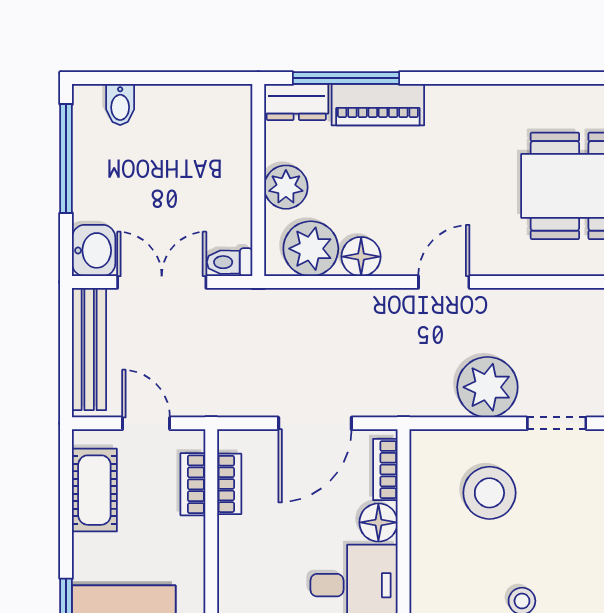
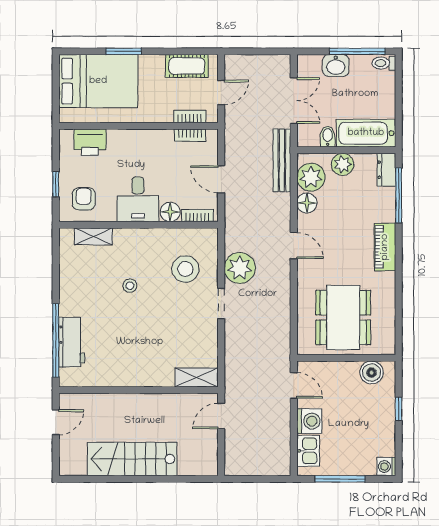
bidet: (120, 104) -> (328, 137), moved, turned 90
piano: (378, 105) -> (385, 247), moved
bathtub: (225, 142) -> (366, 133), added
washbasin: (94, 250) -> (336, 66), moved
toilet: (230, 262) -> (384, 63), moved, turned -90
bench: (89, 349) -> (282, 160), moved, turned 90
door: (315, 423) -> (221, 179), width x0.73

